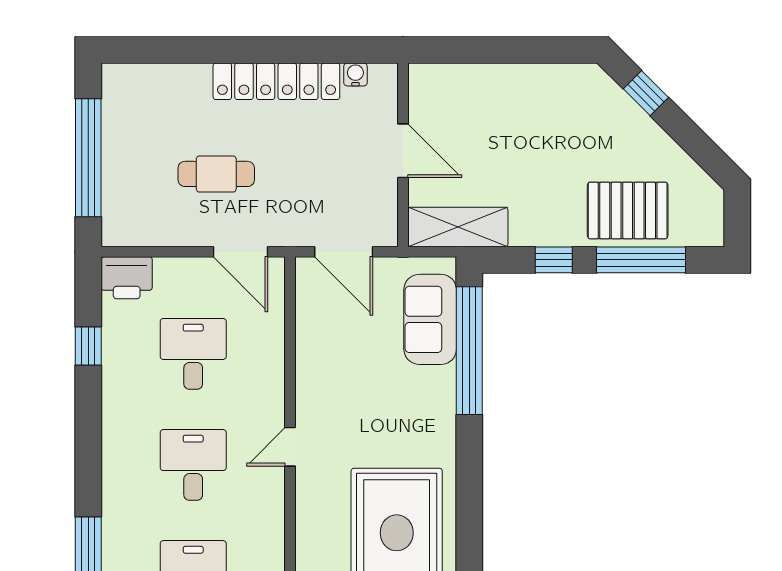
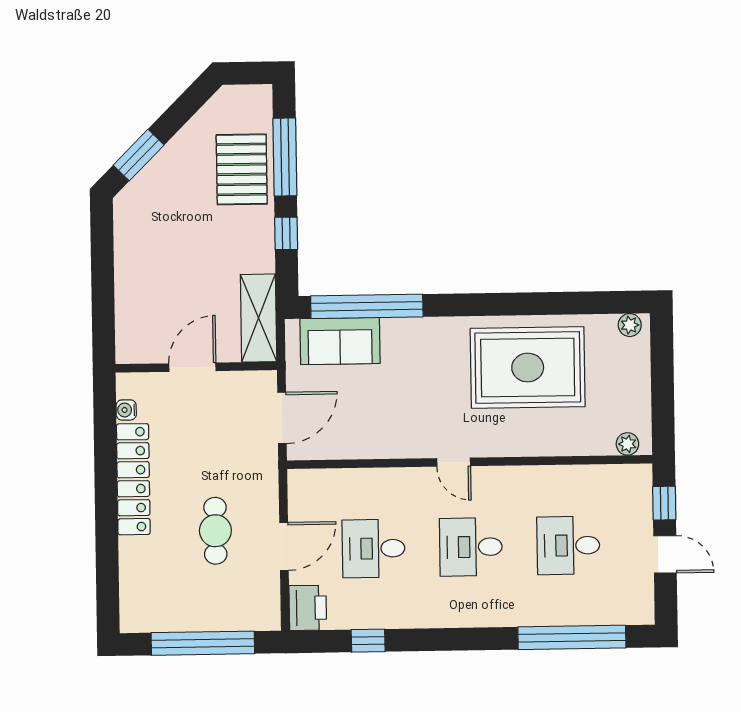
window: (646, 93) -> (139, 155), width x1.50
door: (240, 252) -> (284, 546), moved

